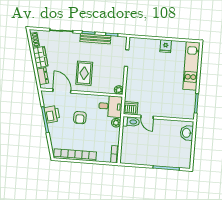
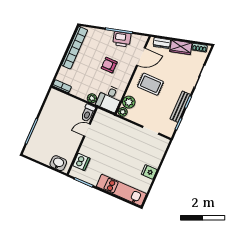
plant: (108, 87) -> (129, 102), added
dishwasher: (131, 108) -> (81, 162), moved

